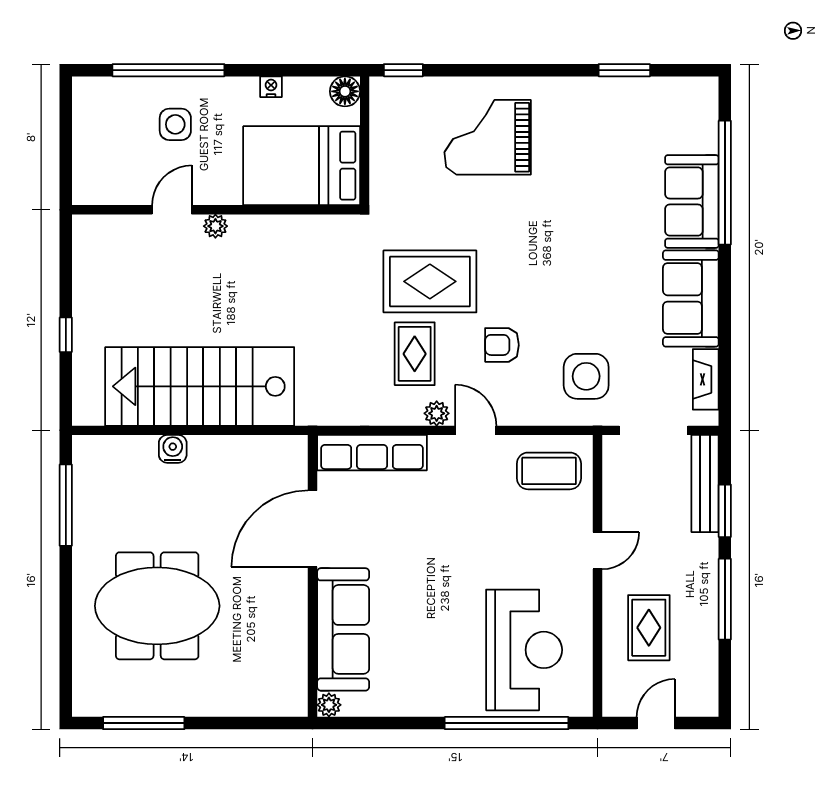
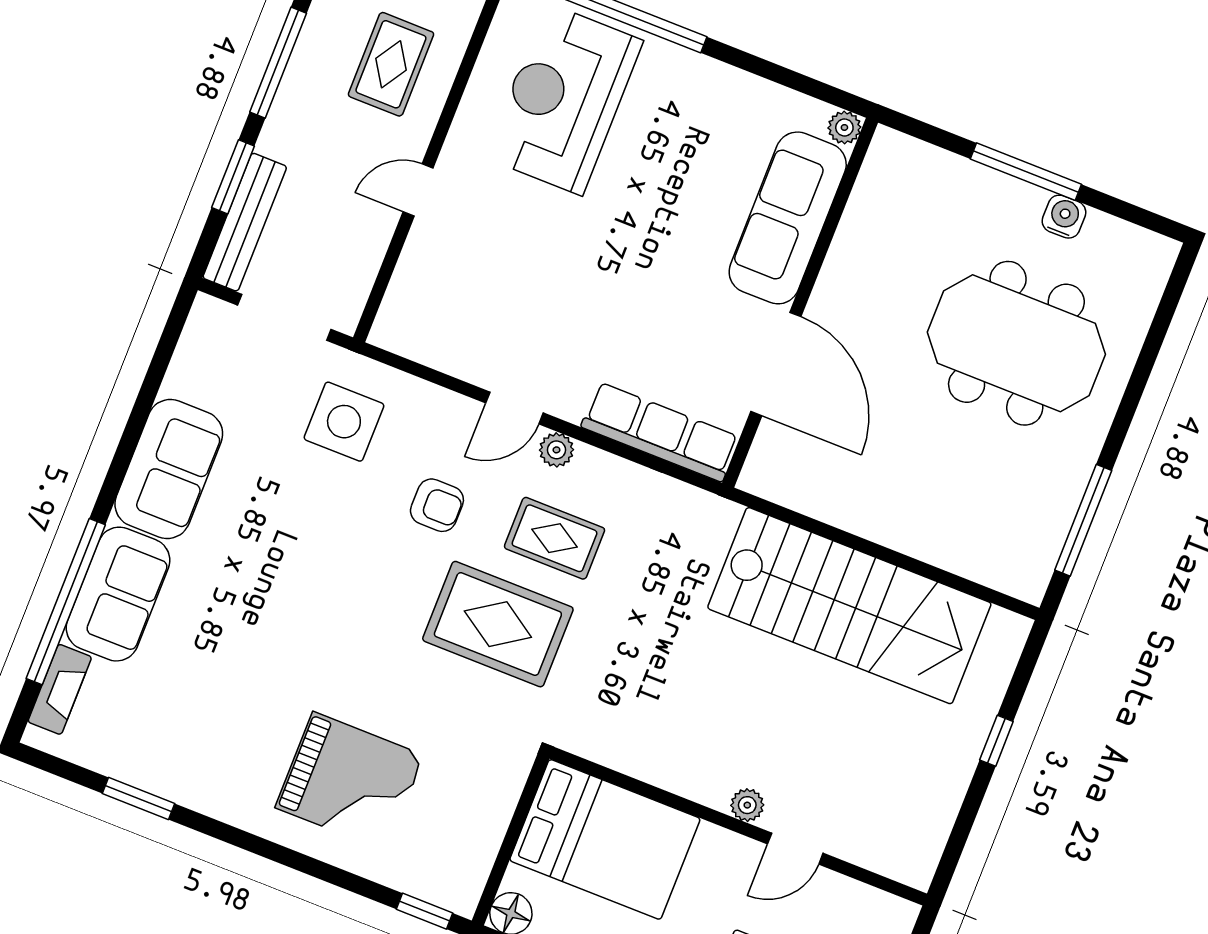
rug: (415, 354) -> (555, 538), turned 90
fireplace: (706, 379) -> (60, 689), moved
door: (476, 430) -> (514, 408), hinge flipped
water cooler: (173, 449) -> (1064, 217), moved, turned 180
coffee table: (549, 471) -> (440, 318), removed
door: (313, 529) -> (776, 364), hinge flipped
window: (144, 723) -> (1026, 172), moved

